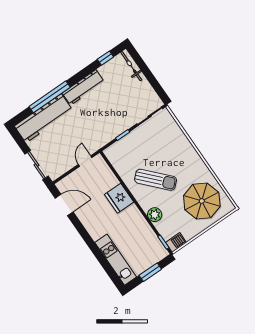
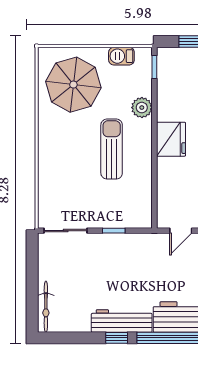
window: (105, 58) -> (117, 338), moved
sun lounger: (155, 180) -> (112, 149), turned 43
fridge: (119, 198) -> (171, 139), moved
barbecue: (176, 242) -> (121, 56), moved

